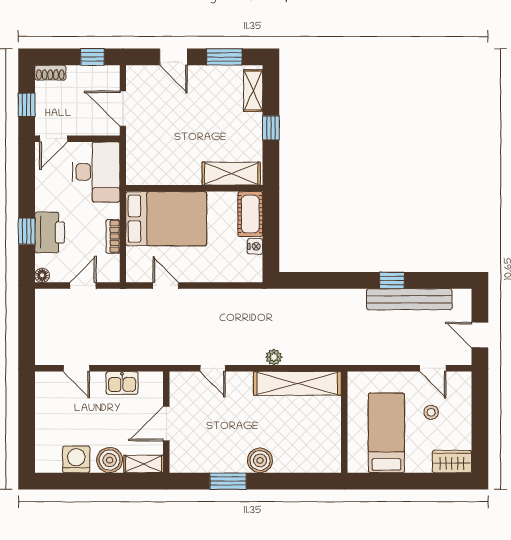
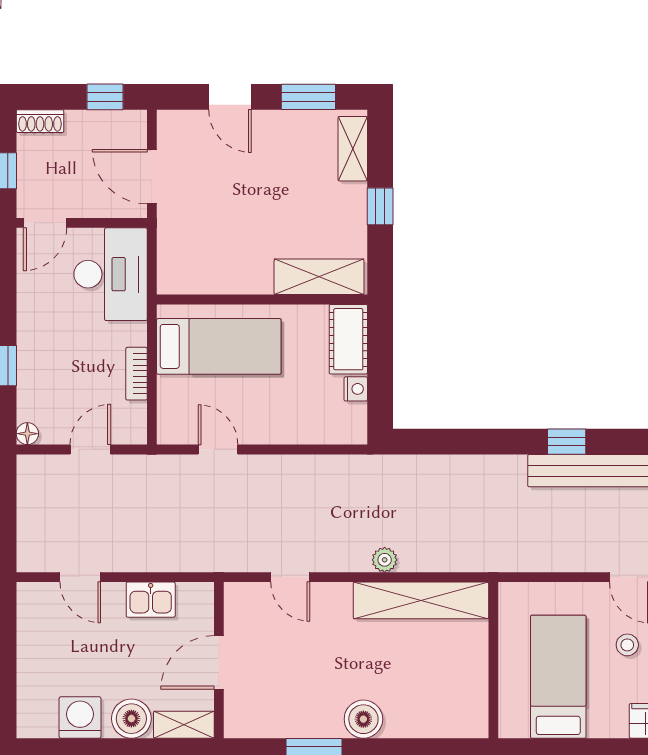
bed: (166, 219) -> (219, 346), width x0.67
printer: (50, 232) -> (39, 368), removed

